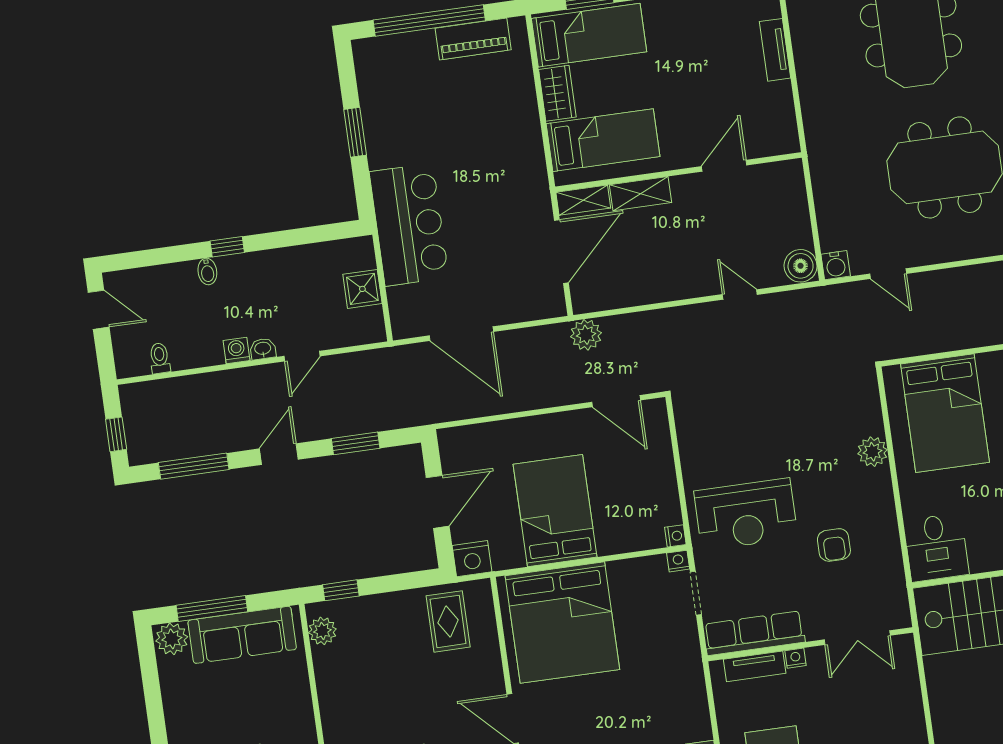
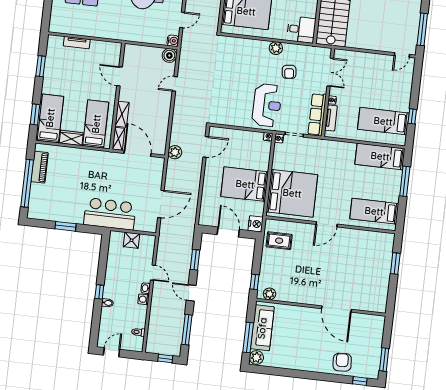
plant: (872, 452) -> (276, 48), moved
armchair: (834, 545) -> (289, 72), turned 84

